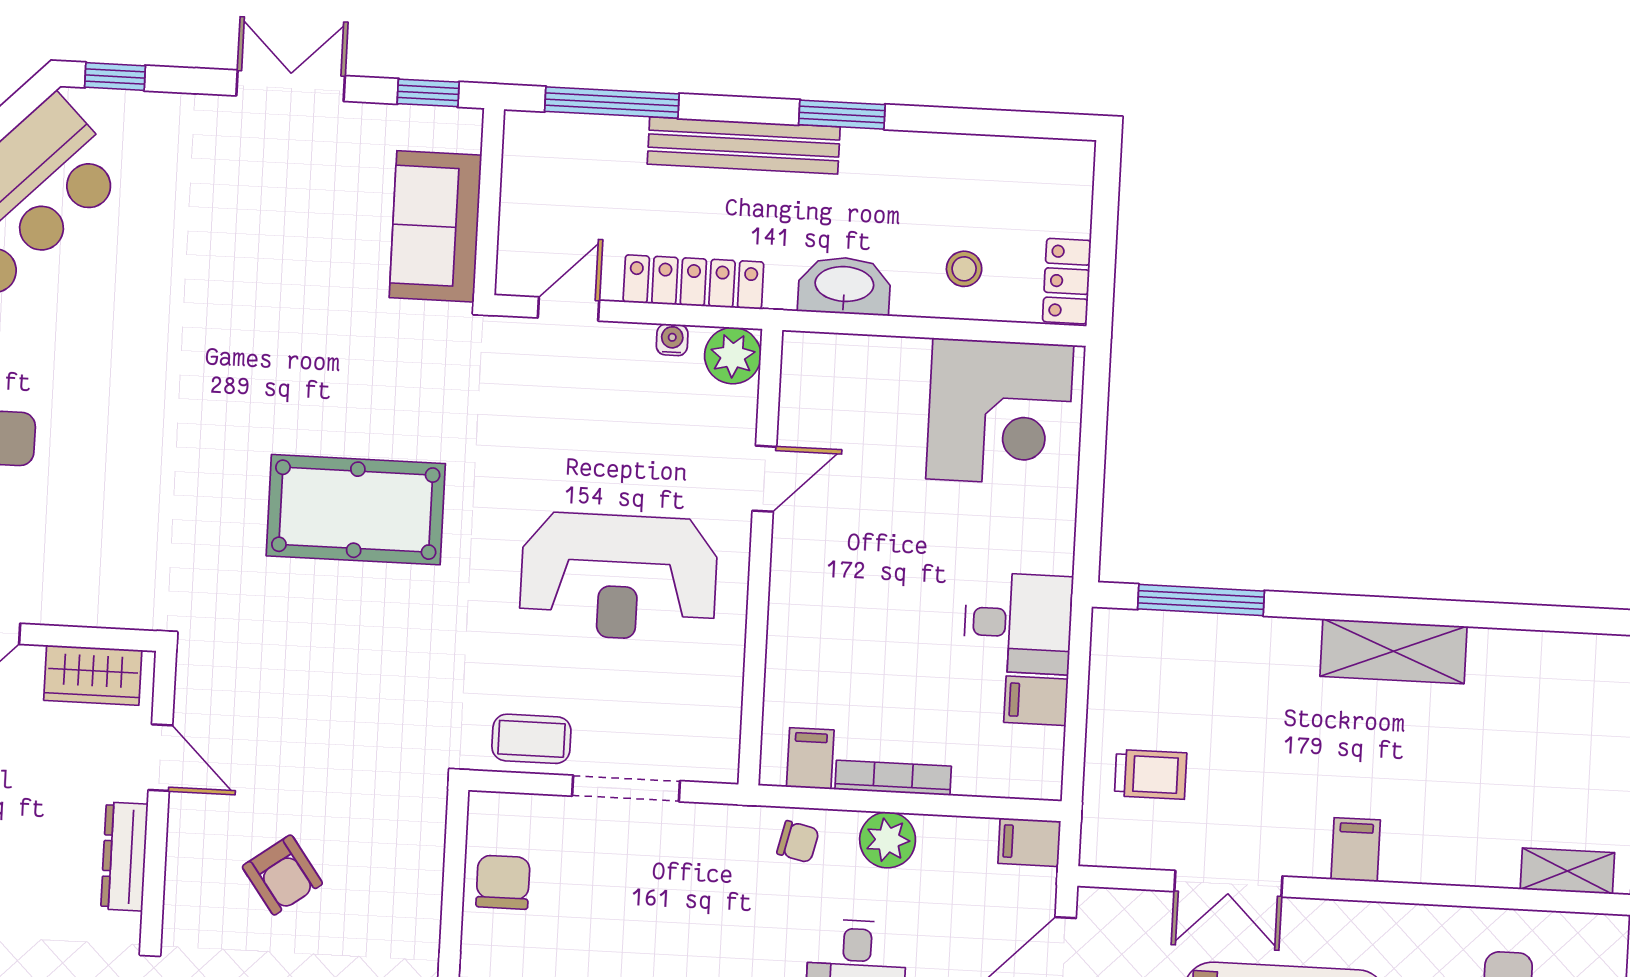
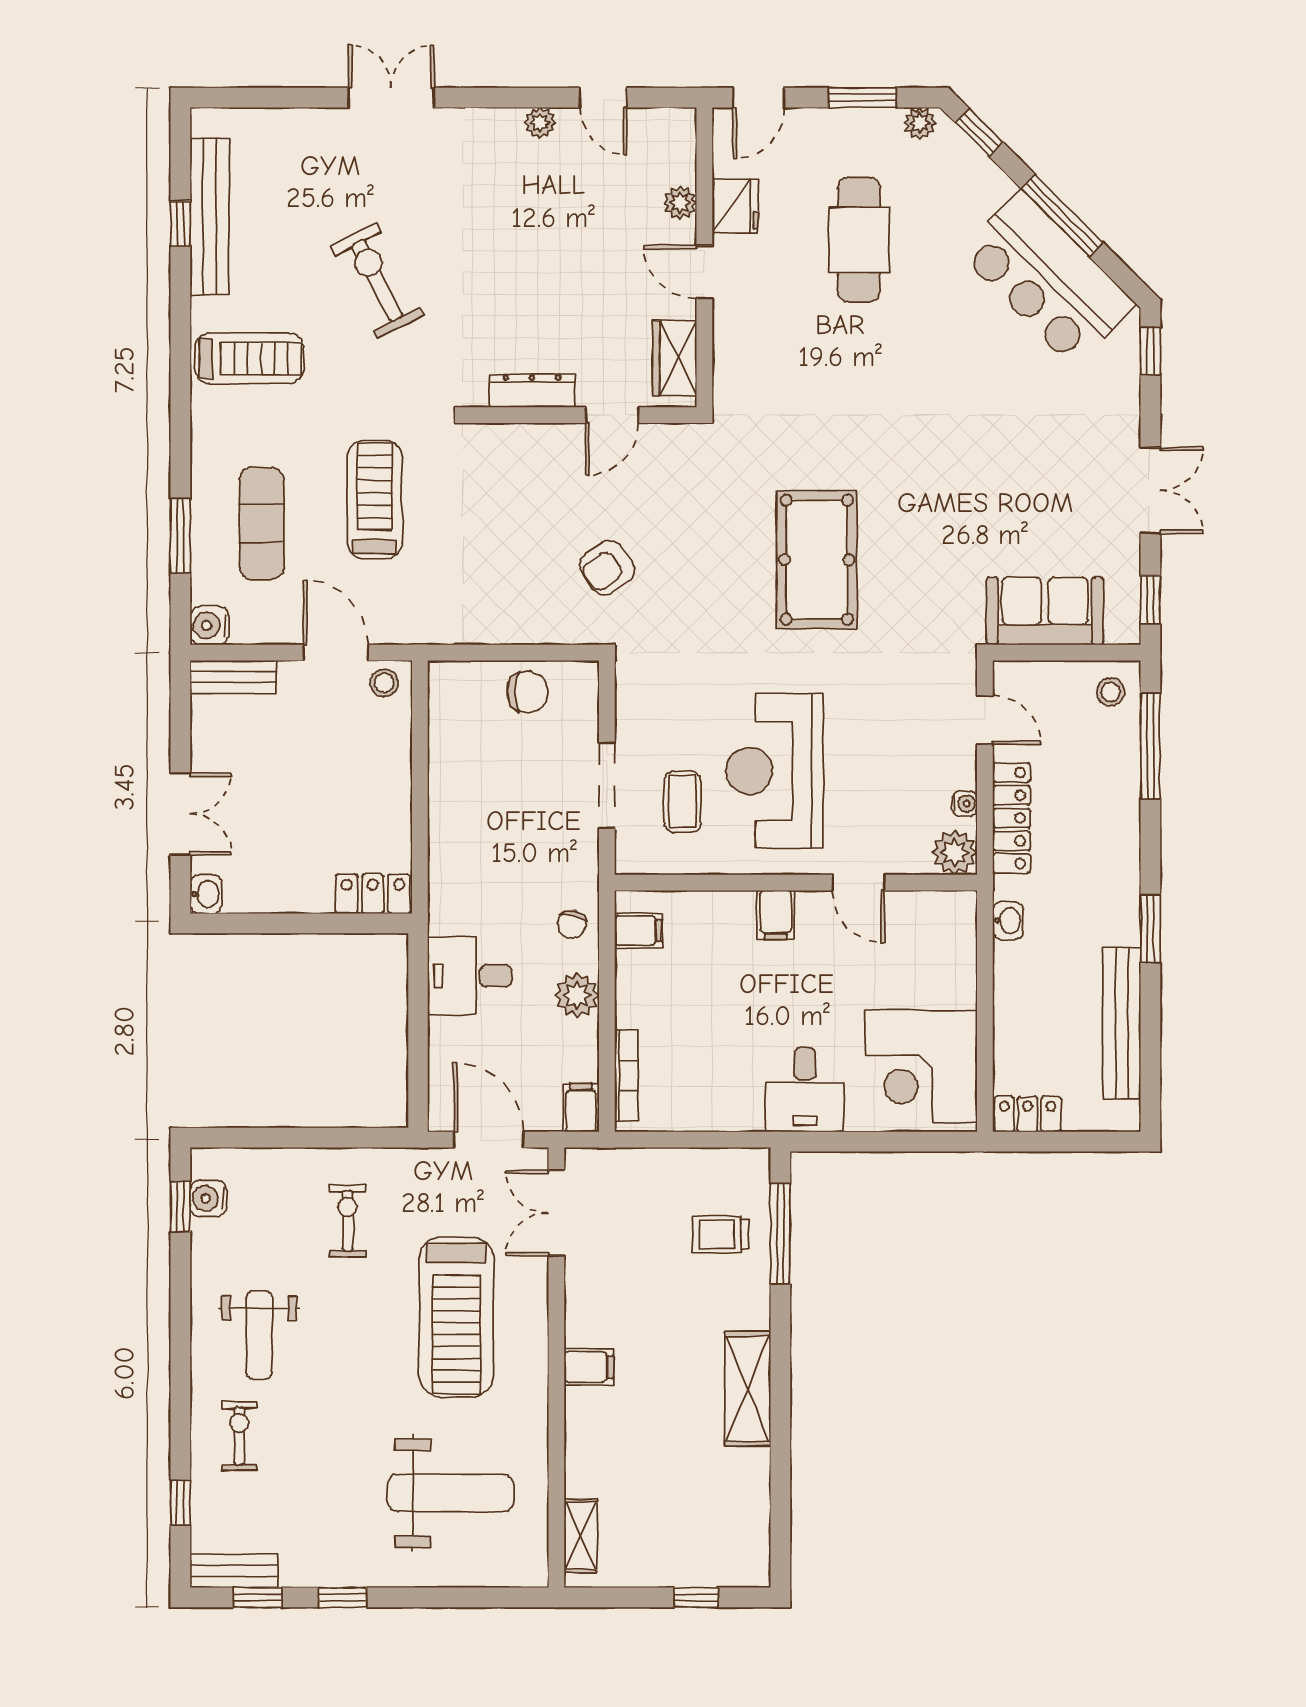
bench: (744, 145) -> (1122, 1023), moved
stool: (964, 269) -> (1111, 692), moved
washbasin: (844, 286) -> (1008, 921), width x0.52, depth x0.69
desk: (1018, 623) -> (805, 1090), moved
filing cabinet: (1036, 701) -> (776, 915), moved, turned 180
coffee table: (531, 739) -> (682, 802), moved
trolley: (1151, 774) -> (721, 1234), moved, turned 90
bookcase: (893, 778) -> (626, 1075), moved
armchair: (282, 875) -> (607, 568), moved
double door: (1228, 884) -> (556, 1213), moved

